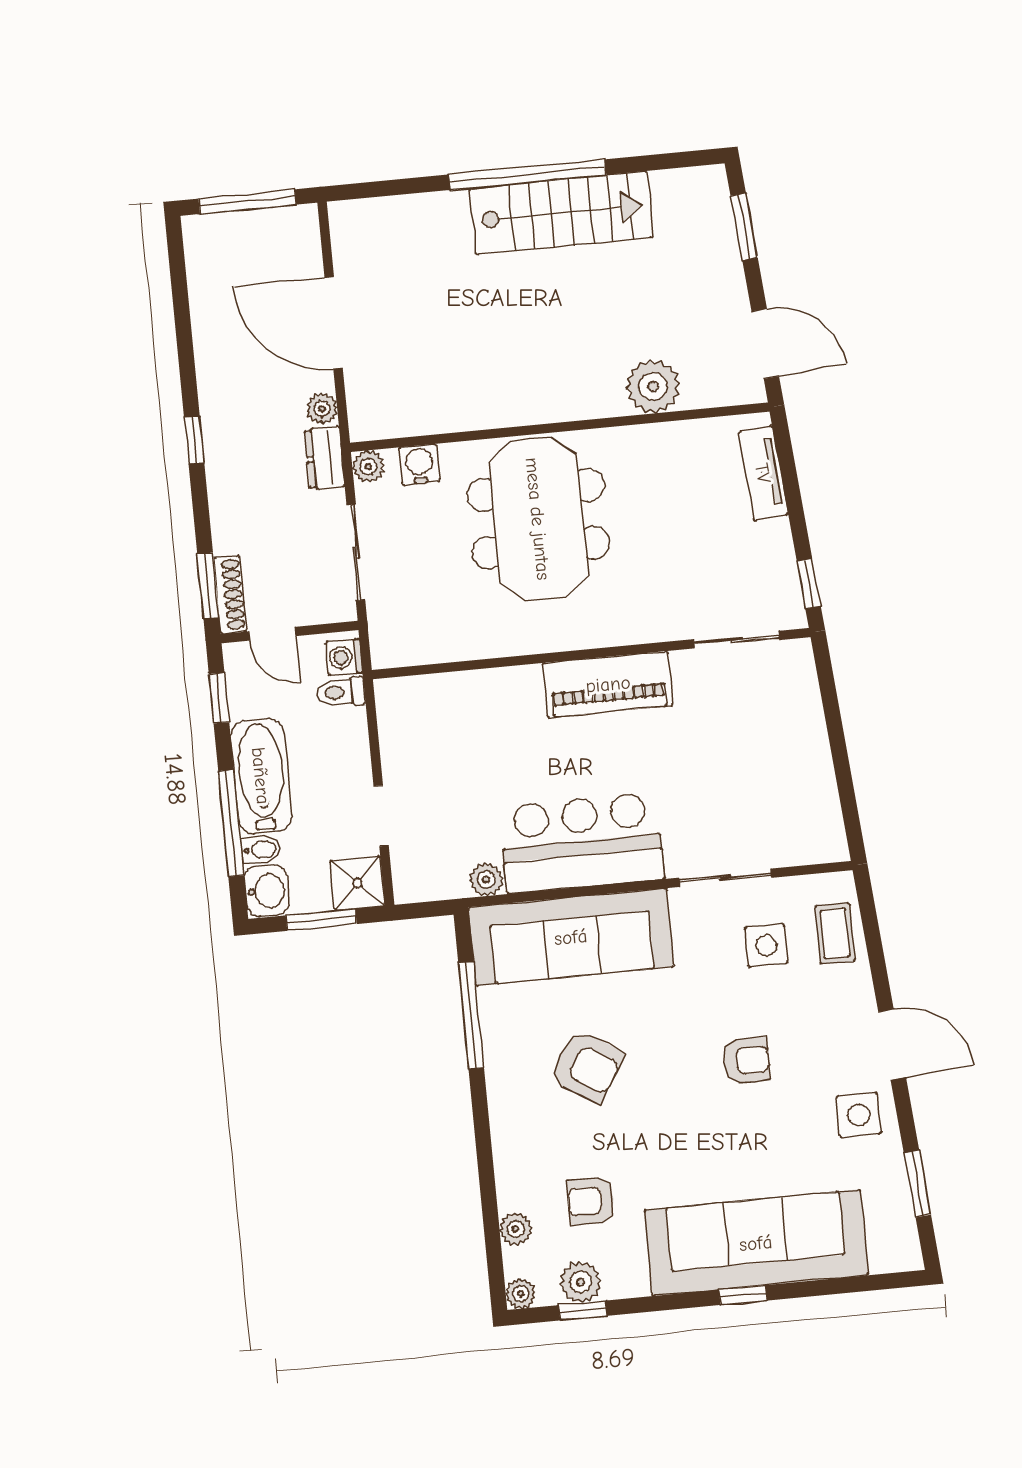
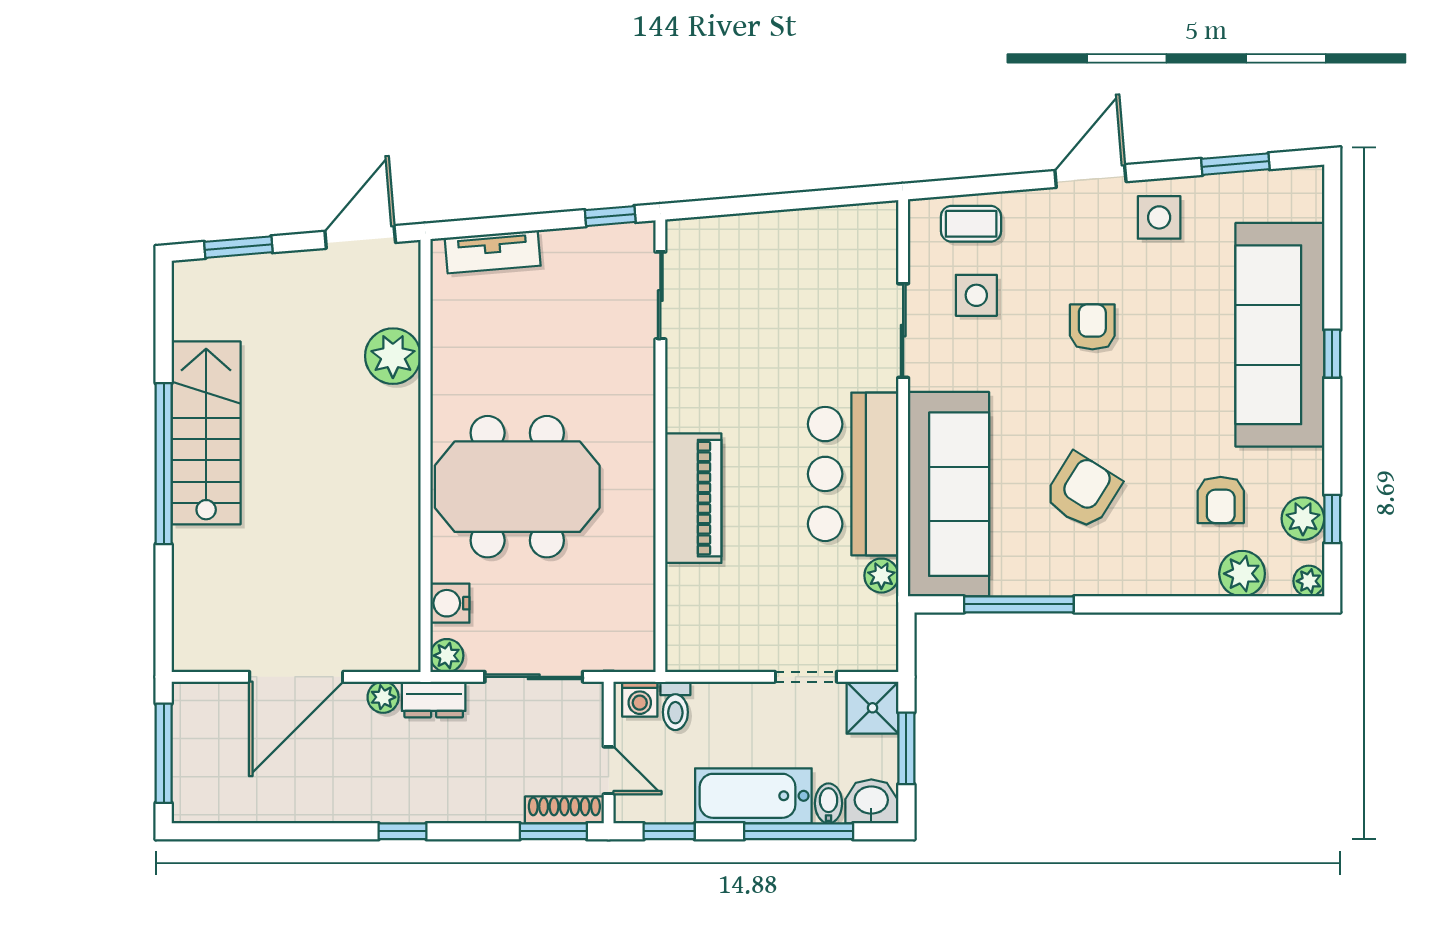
door: (272, 634) -> (609, 770), hinge flipped
piano: (608, 684) -> (693, 498), moved
plant: (516, 1229) -> (1242, 574), width x1.38, depth x1.38

